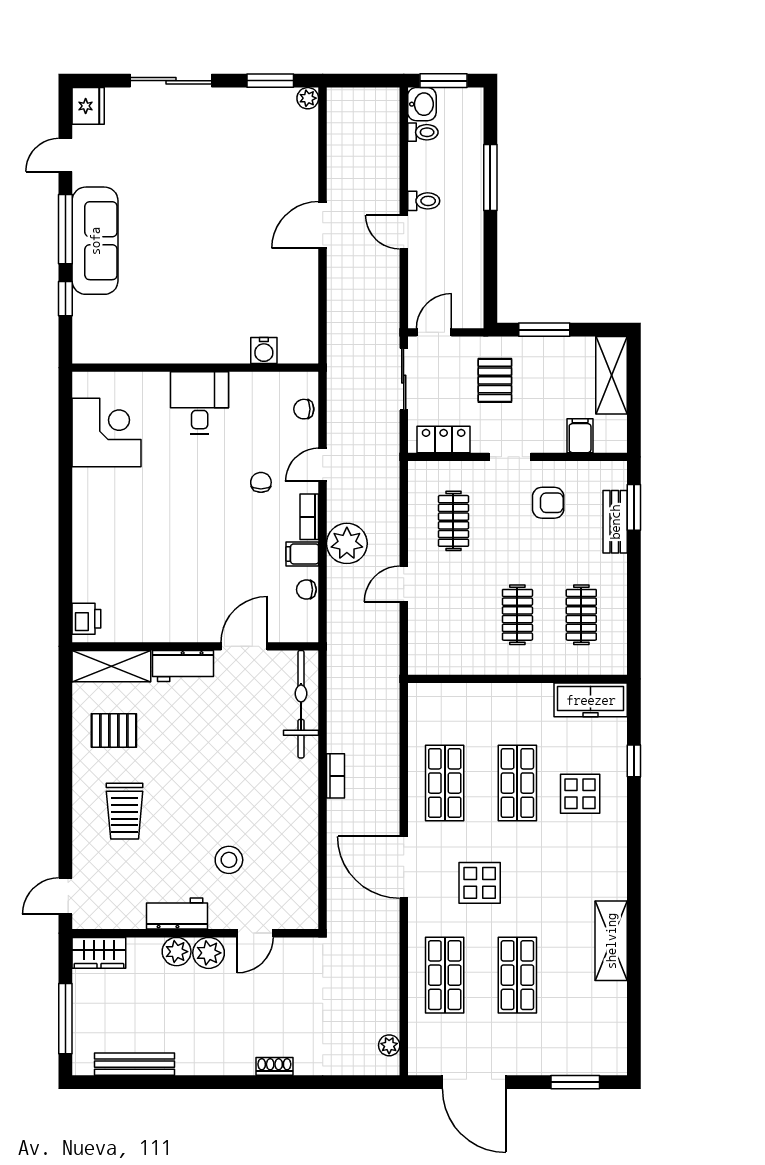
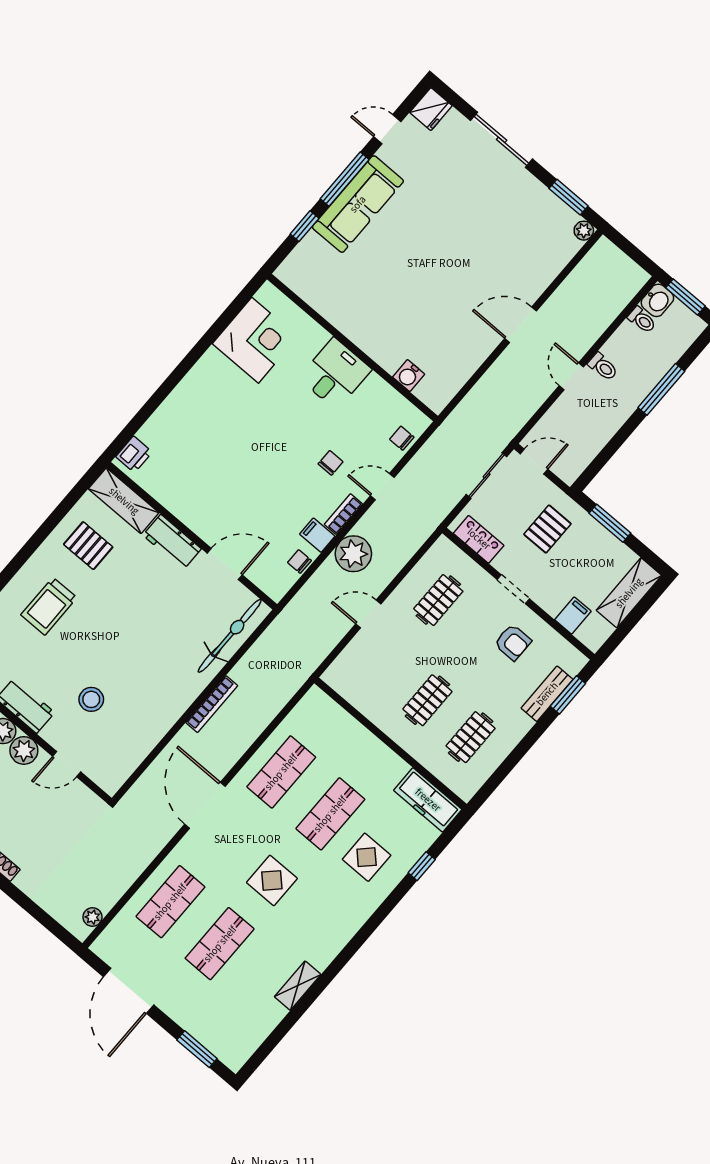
bookcase: (336, 776) -> (212, 704), width x1.56
display table: (480, 883) -> (272, 880), moved
shelving: (611, 941) -> (298, 986), width x0.67, depth x0.75

